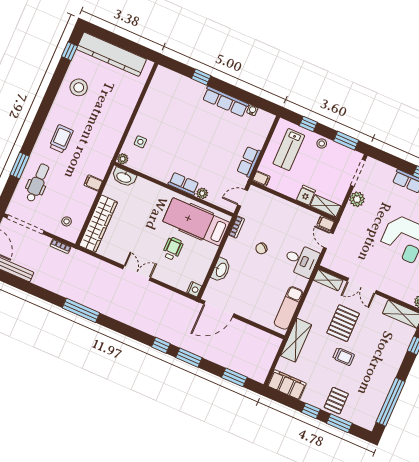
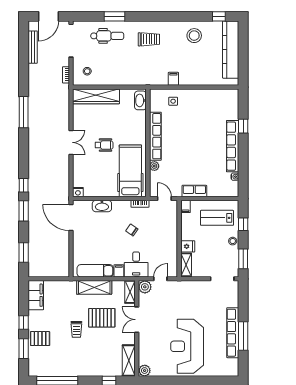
row of seats: (225, 102) -> (233, 146), width x1.36
plant: (123, 159) -> (154, 93), removed
filing cabinet: (93, 183) -> (173, 79), moved
row of seats: (183, 184) -> (155, 136), width x2.02
plant: (357, 199) -> (145, 287), moved
filing cabinet: (326, 223) -> (119, 271), moved
wheelchair: (173, 249) -> (104, 145), moved
shelving: (296, 340) -> (94, 287), moved

